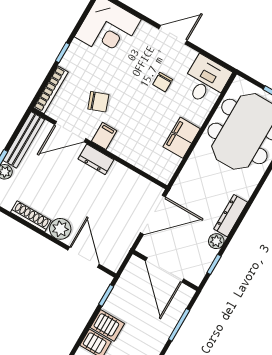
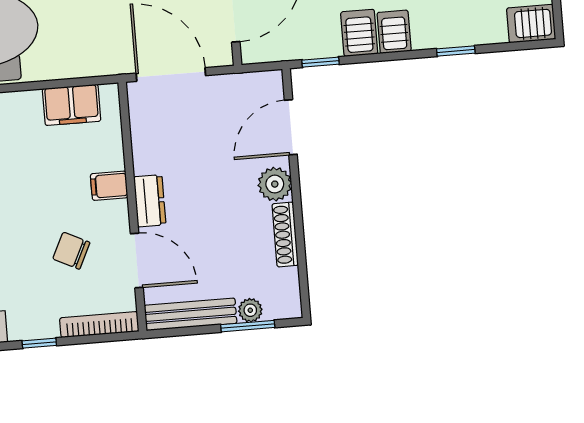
chair: (98, 102) -> (71, 251), turned -44
filing cabinet: (104, 136) -> (109, 186), moved
filing cabinet: (182, 138) -> (72, 105), moved

